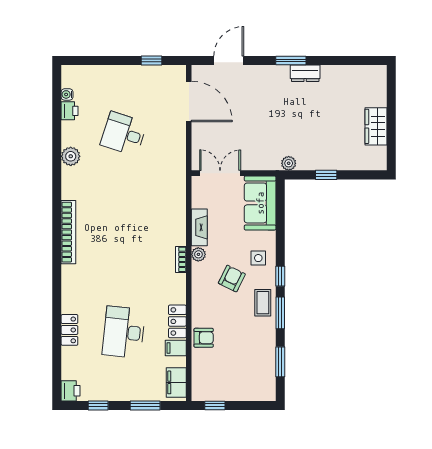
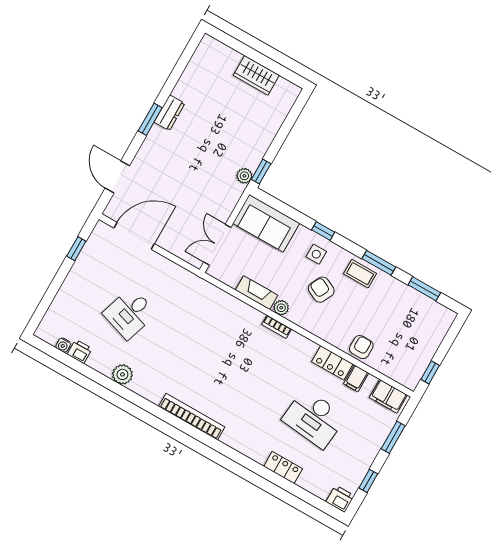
window: (326, 175) -> (261, 172), moved
window: (280, 276) -> (323, 231), moved

